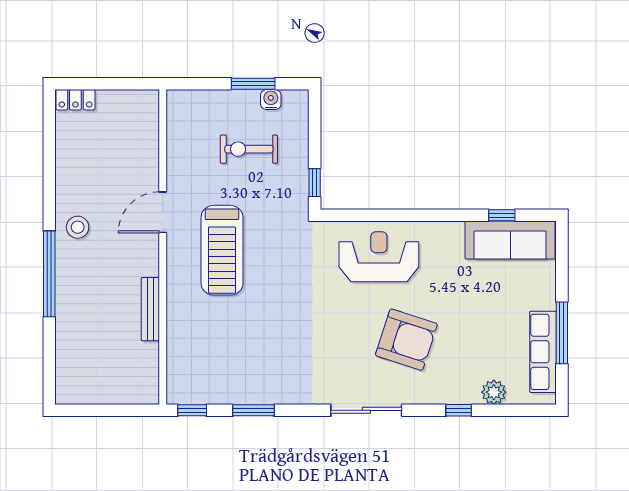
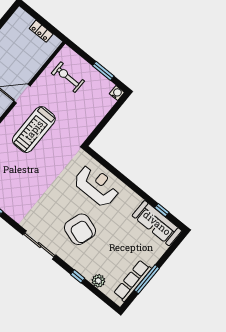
locker: (75, 100) -> (41, 31), moved
water cooler: (271, 100) -> (117, 93), moved
exercise bike: (249, 149) -> (68, 77), moved
window: (315, 183) -> (95, 133), removed

